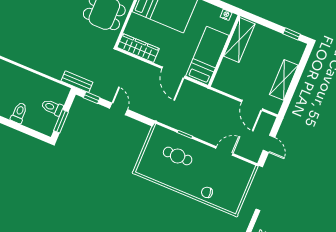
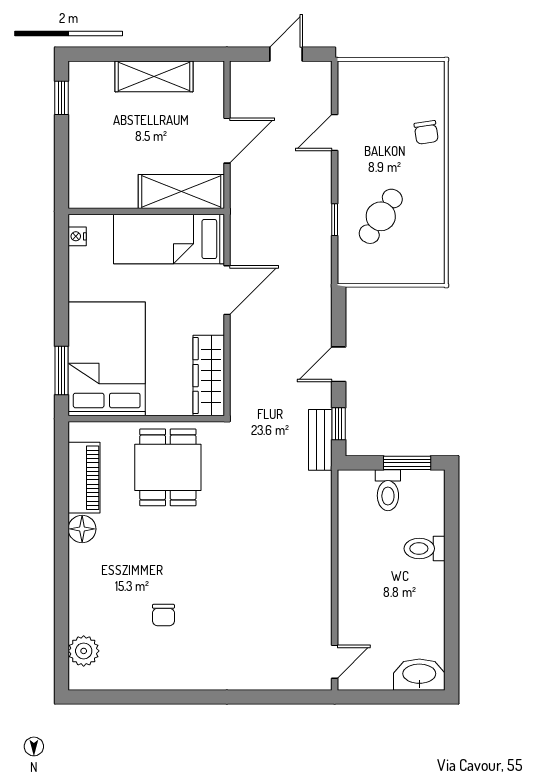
shelving: (239, 40) -> (181, 192), moved
bench: (77, 82) -> (320, 440), moved
door: (252, 105) -> (227, 141), moved
door: (224, 151) -> (335, 133), hinge flipped
cafe table: (178, 156) -> (381, 216), turned 33

